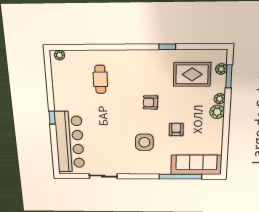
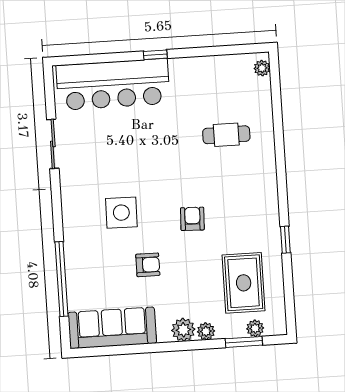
sofa: (196, 165) -> (112, 328), moved, turned -90

